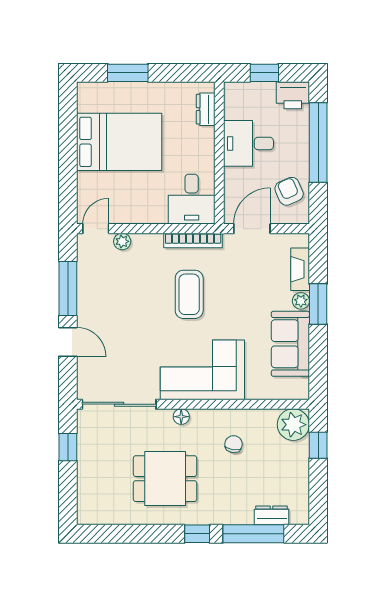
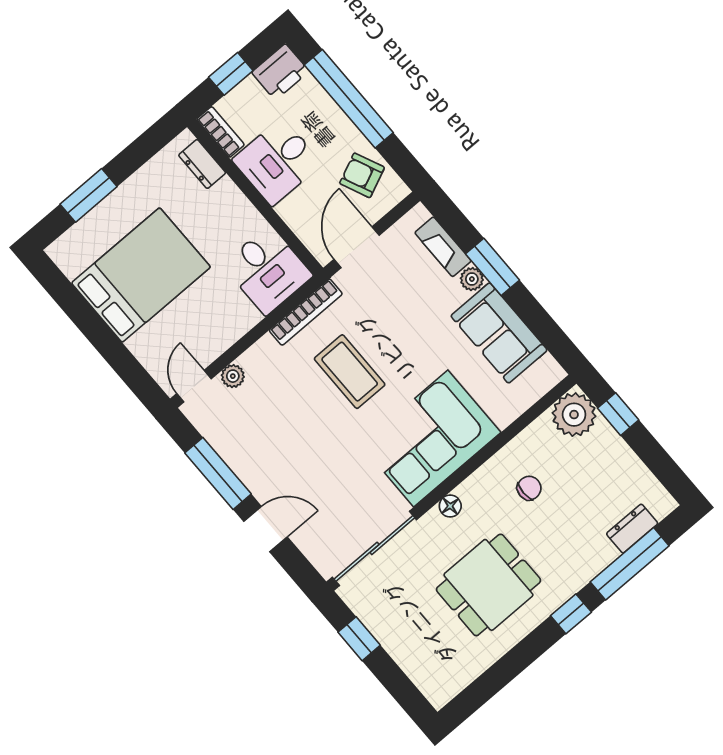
bookcase: (231, 100) -> (221, 132), added
chair: (234, 444) -> (529, 488), turned 81

